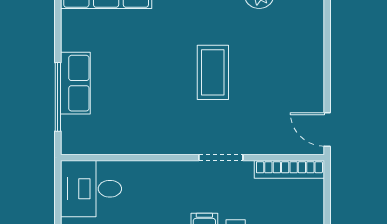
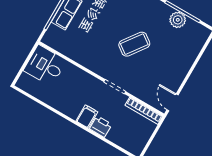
coffee table: (213, 72) -> (134, 44), turned 36

